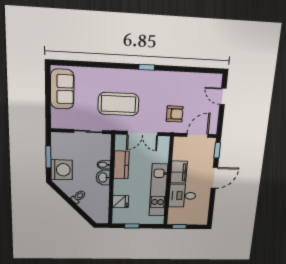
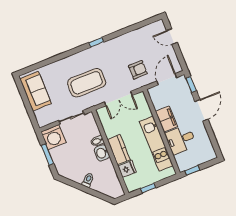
kitchen counter: (121, 165) -> (119, 150), moved
washing machine: (62, 170) -> (53, 137), moved, turned 90

